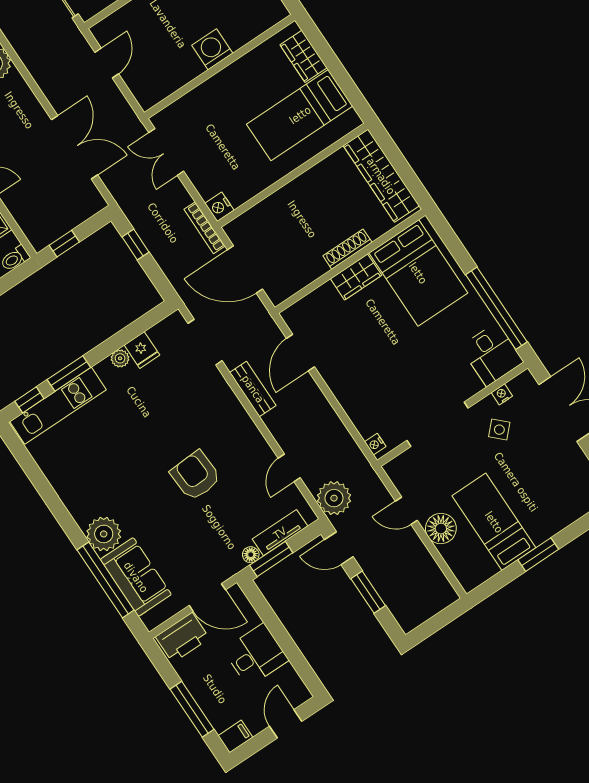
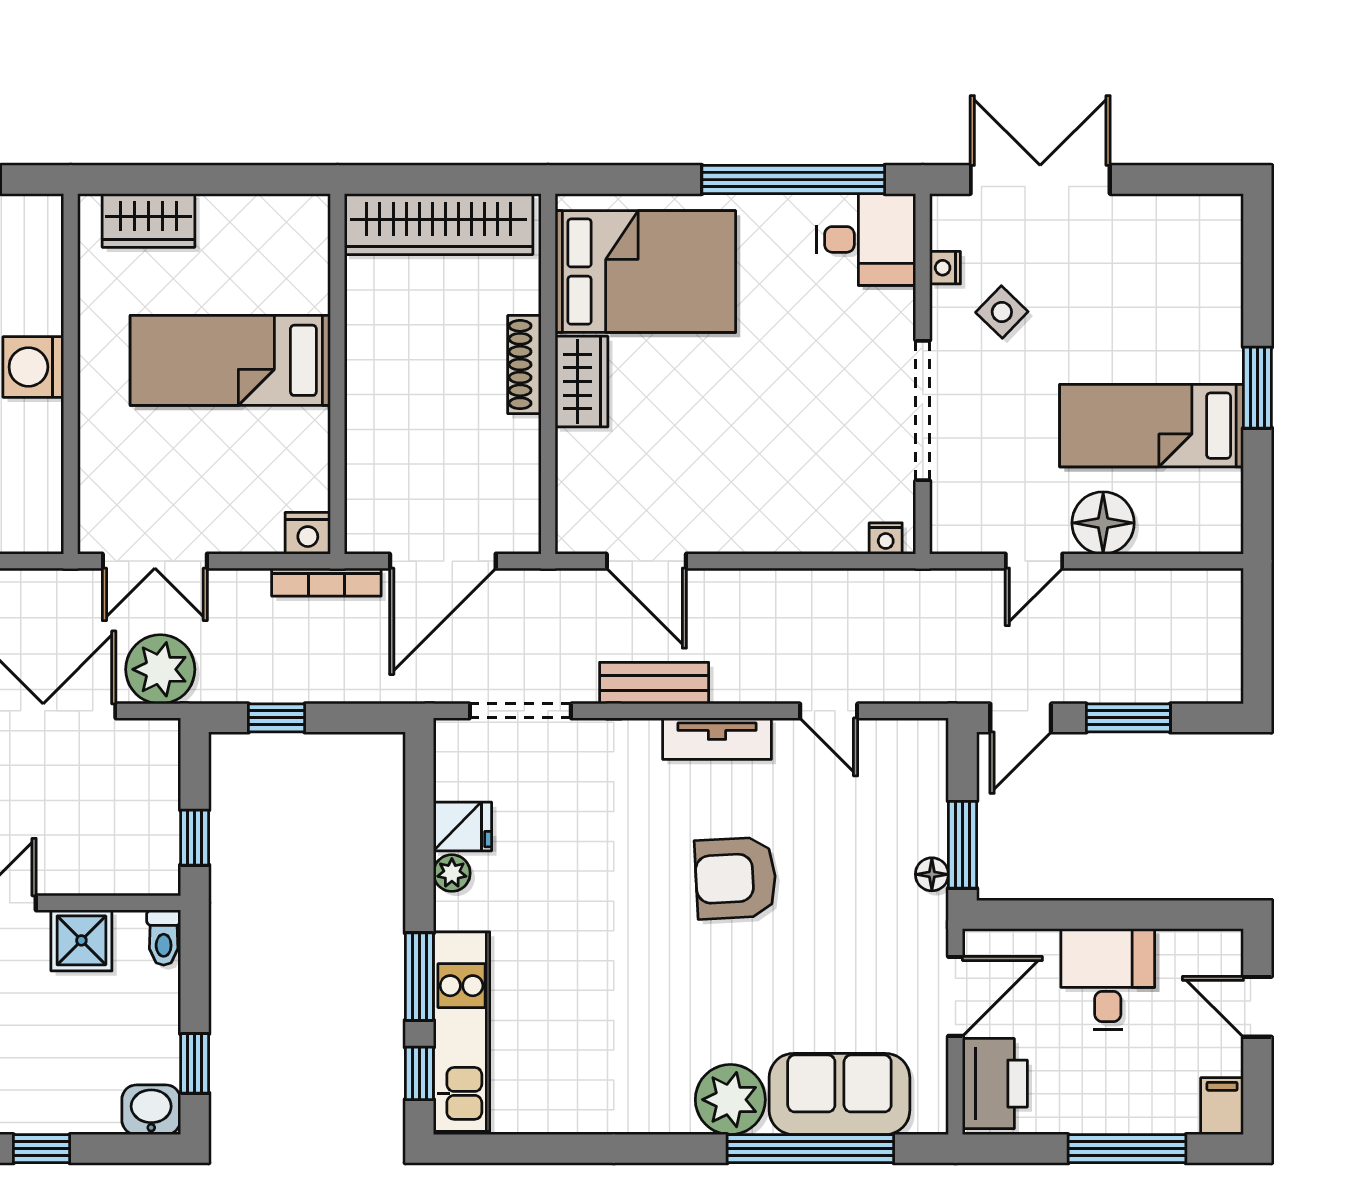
bed: (300, 115) -> (230, 360), moved, turned 90
plant: (334, 498) -> (160, 669), moved
tv unit: (280, 533) -> (717, 739), moved, turned -90

